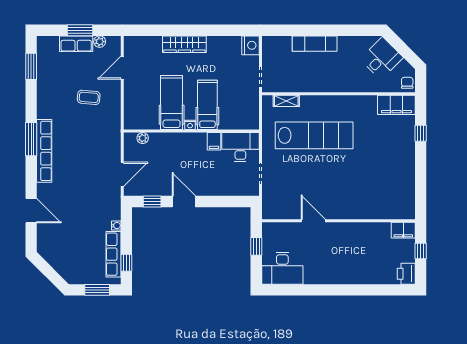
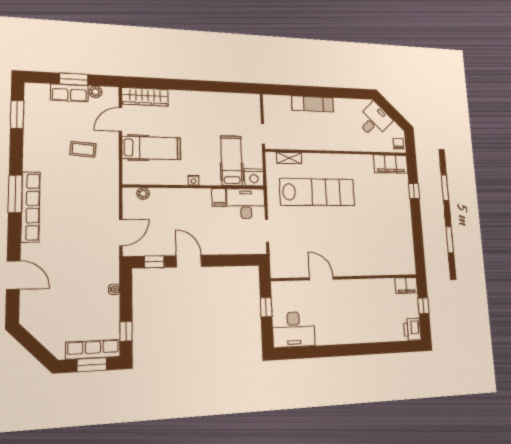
wardrobe: (184, 44) -> (145, 97), moved
nightstand: (250, 45) -> (254, 177), moved, turned 90
hospital bed: (172, 103) -> (151, 148), moved, turned 90
hospital bed: (207, 105) -> (232, 161), moved
row of seats: (114, 254) -> (93, 349), moved, turned 90

